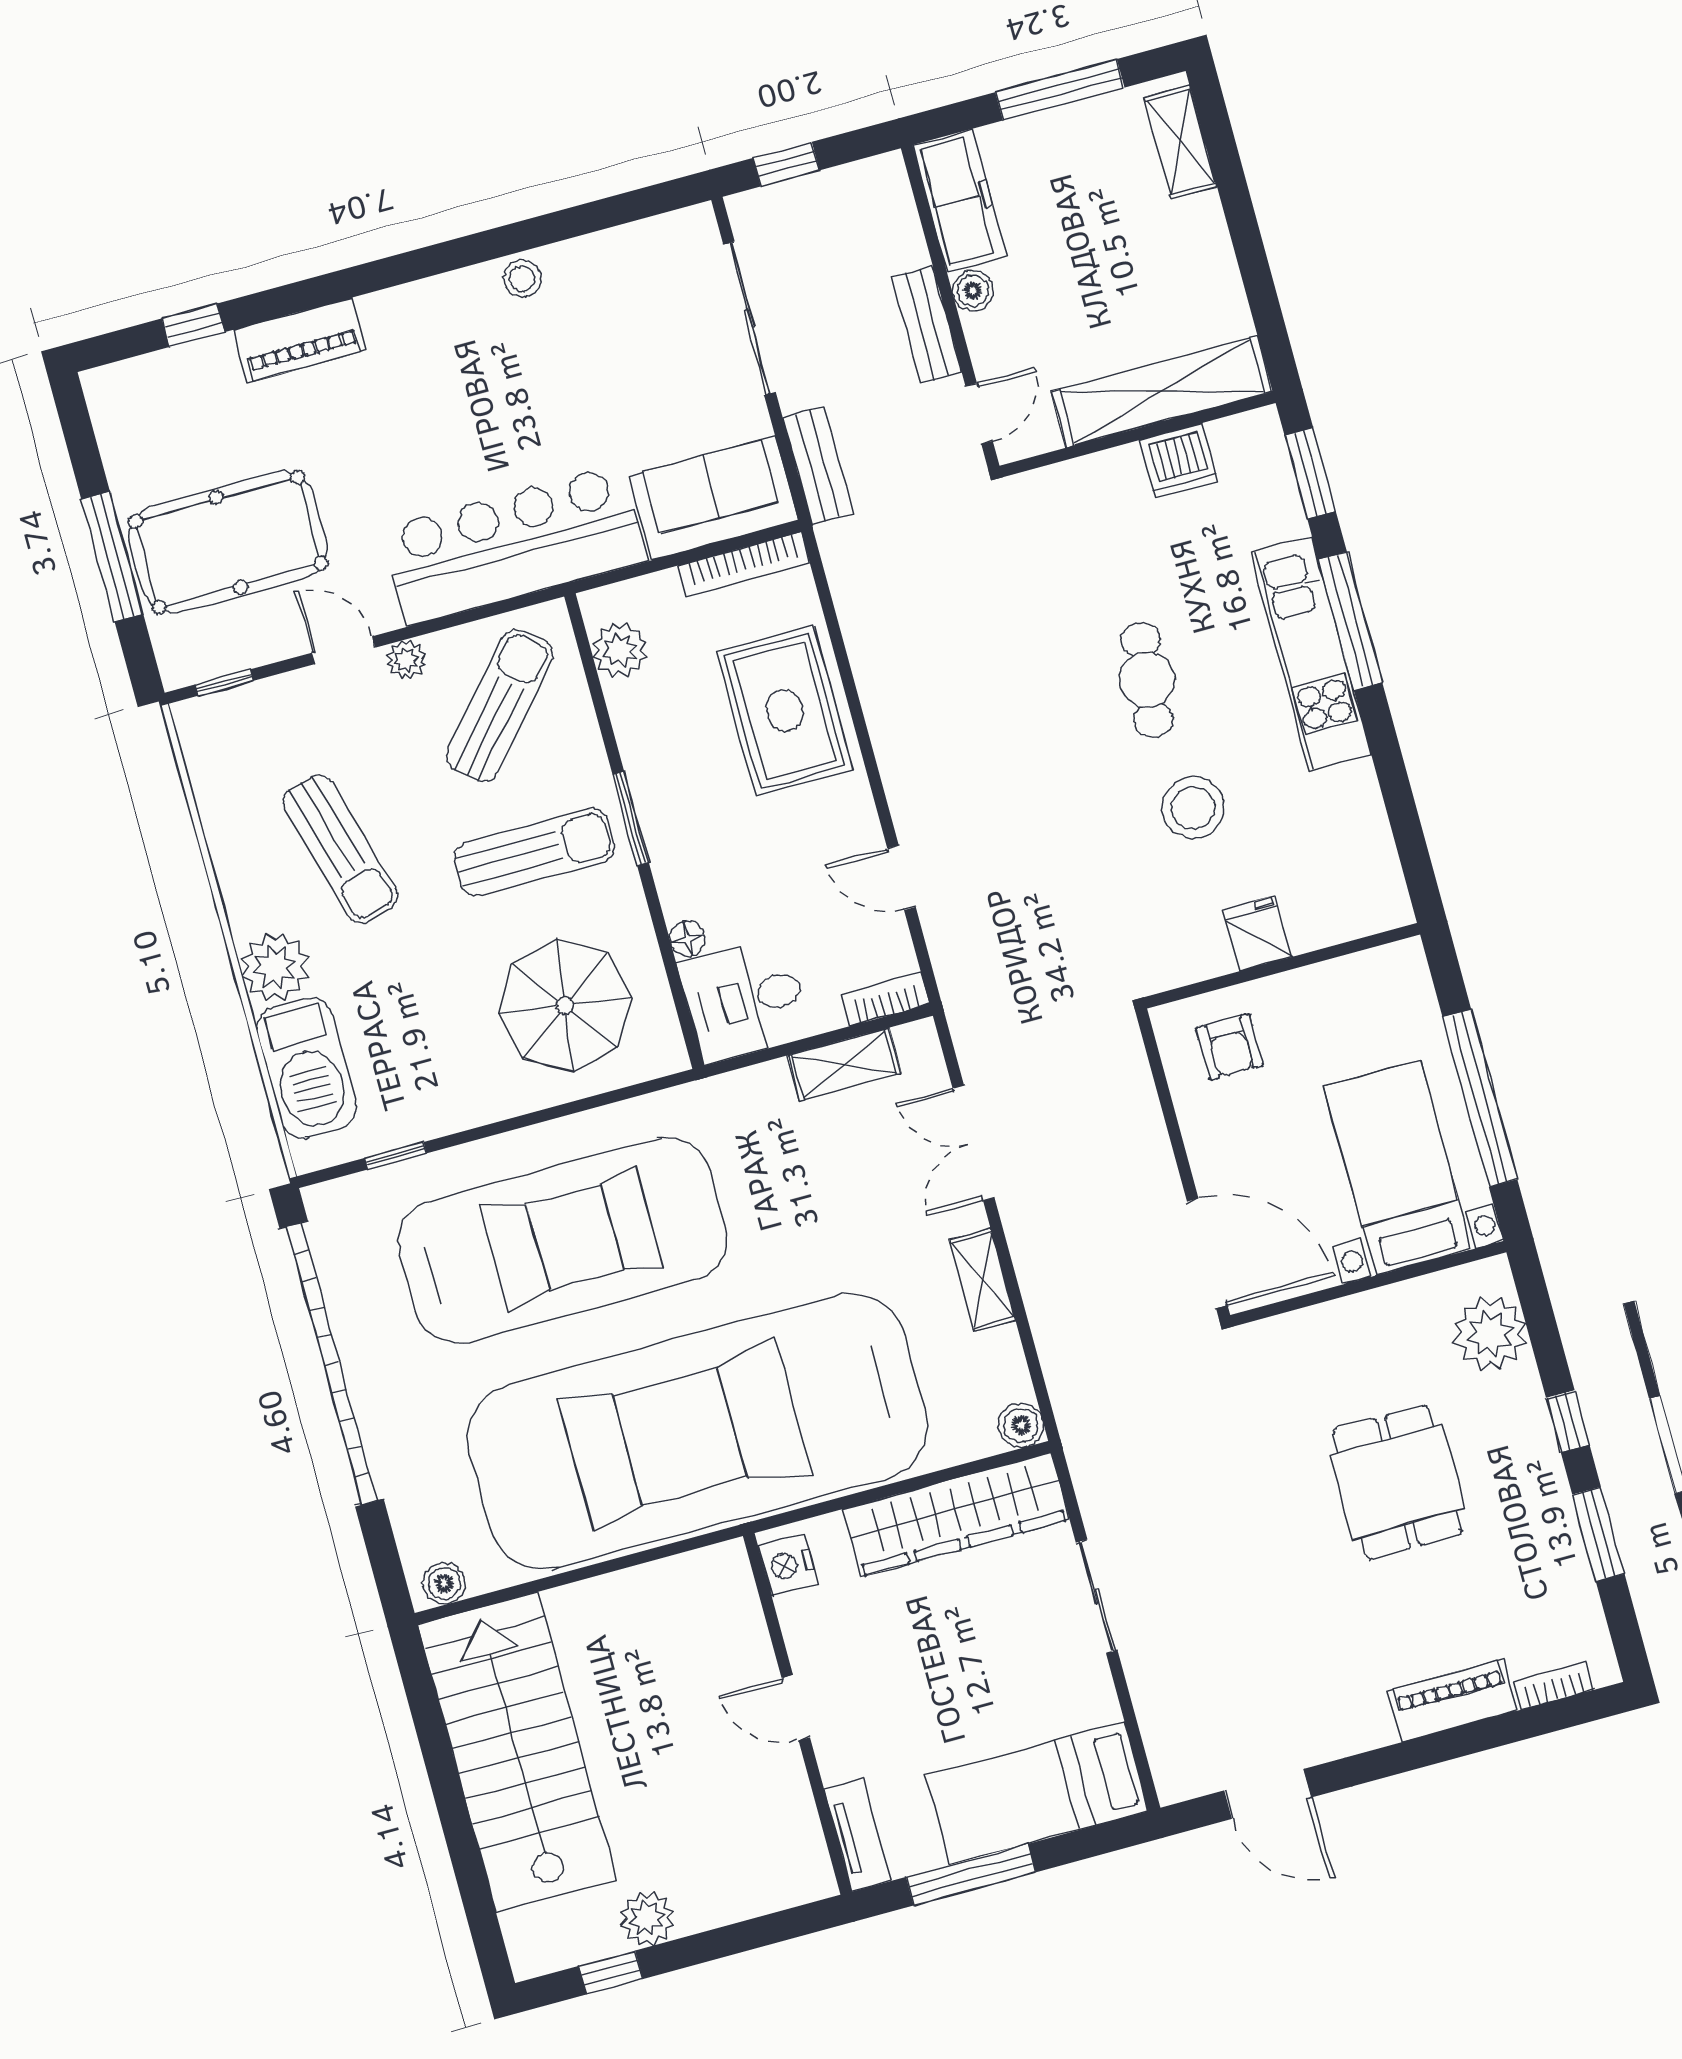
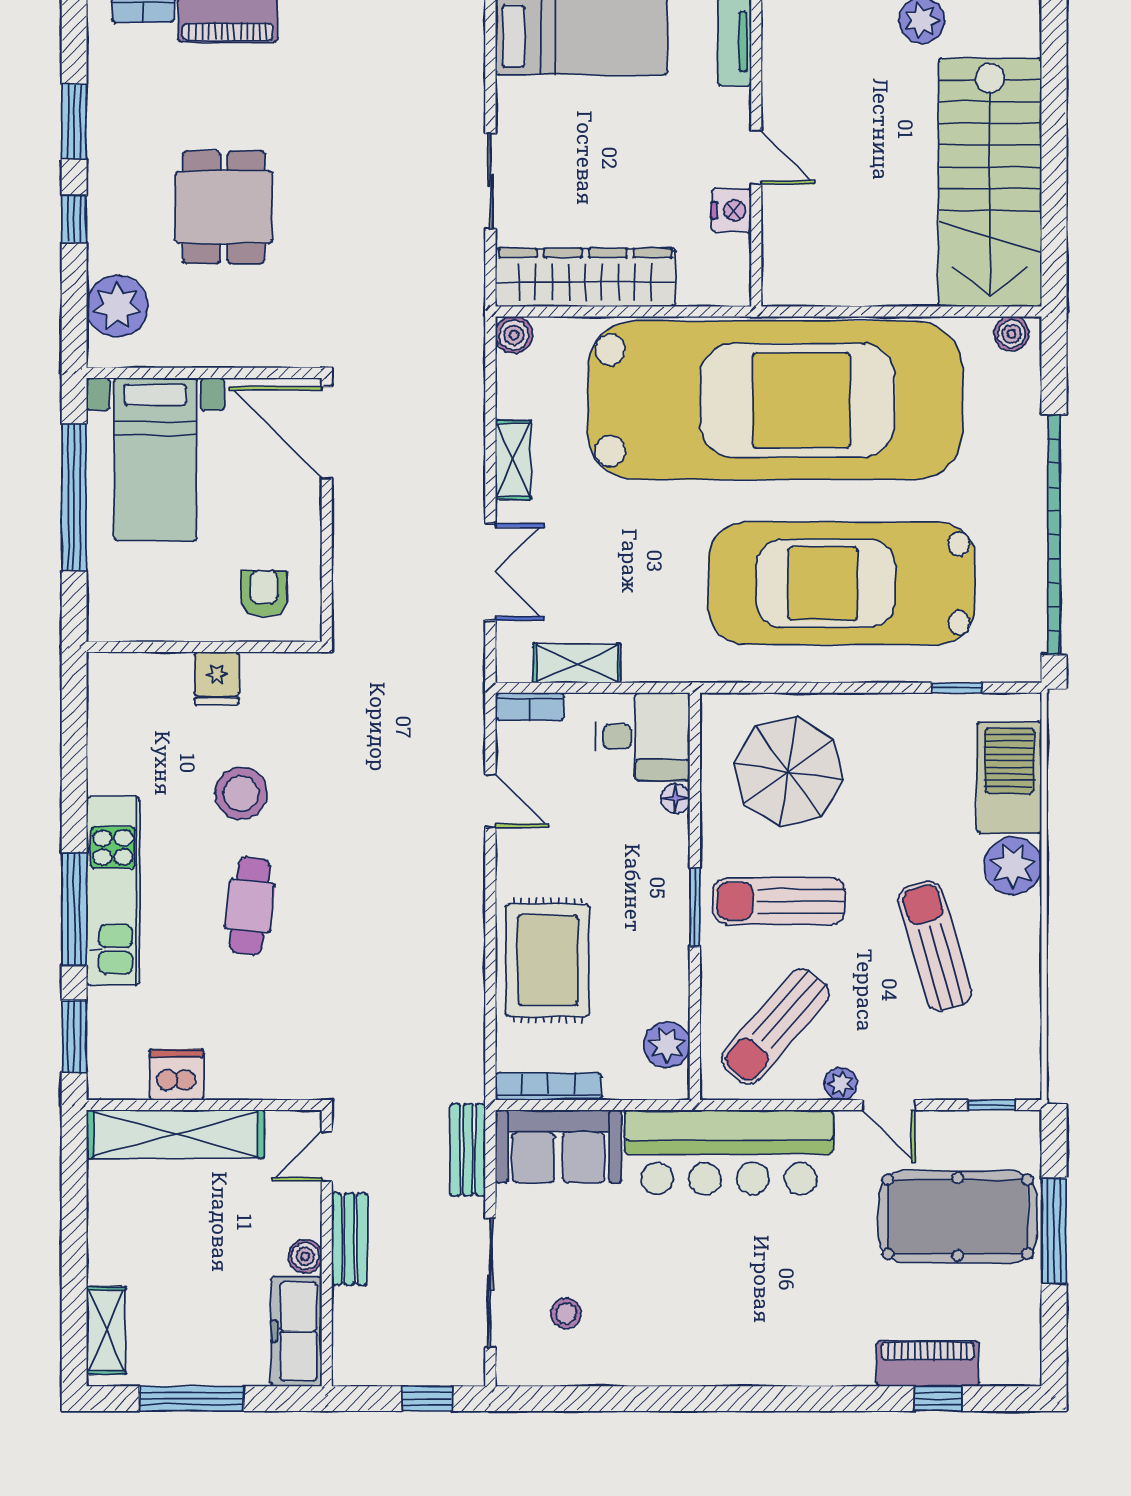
stool: (522, 279) -> (566, 1313), moved
piano: (300, 340) -> (928, 1363), moved
nightstand: (788, 1565) -> (731, 210), moved

